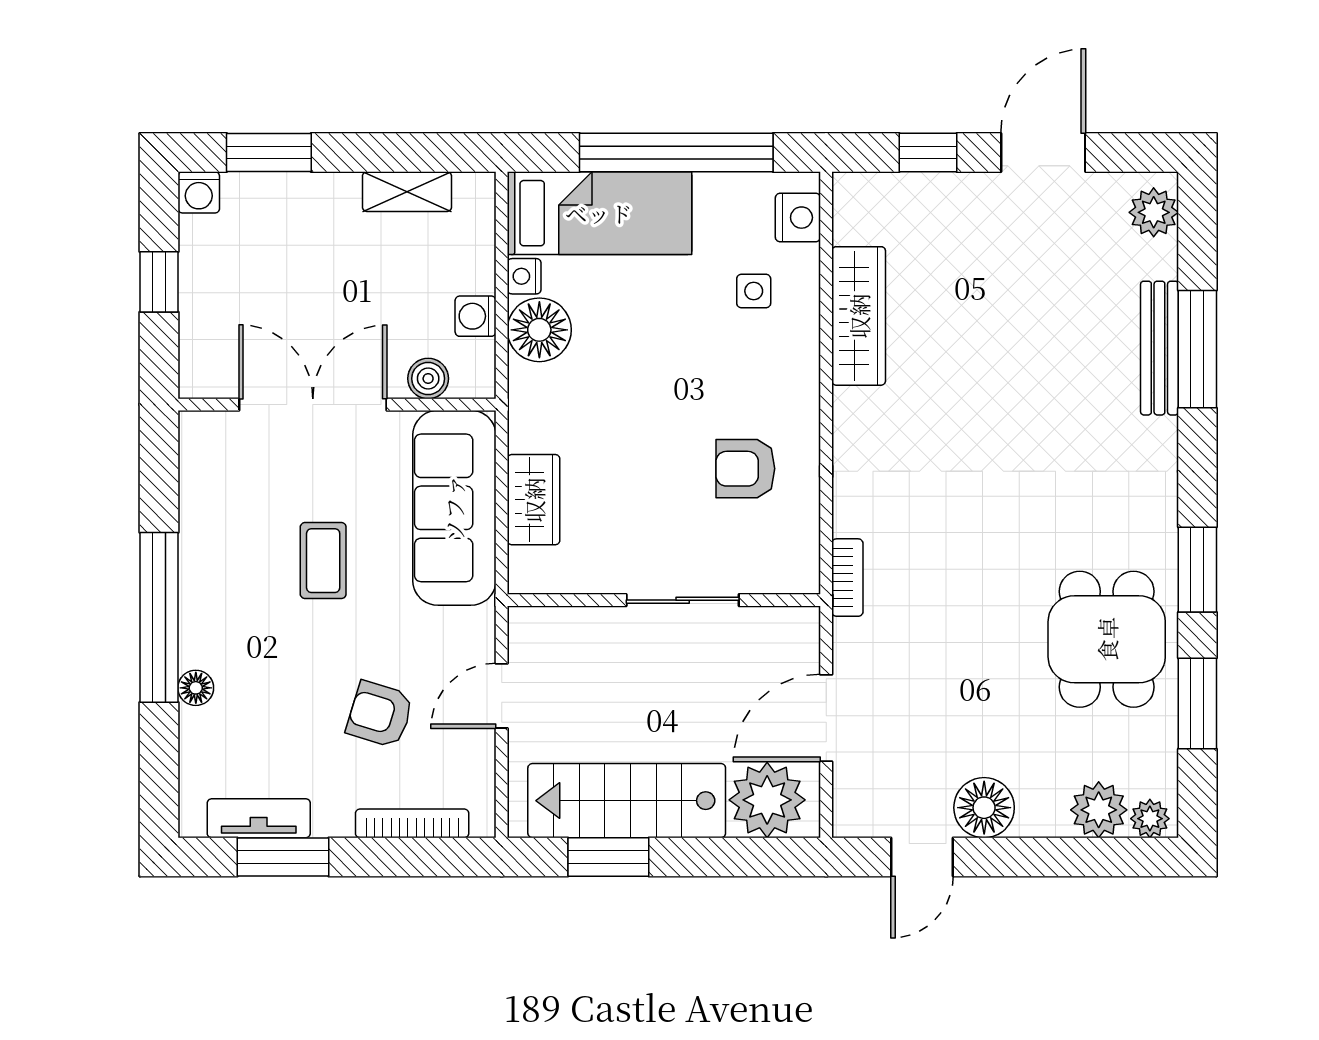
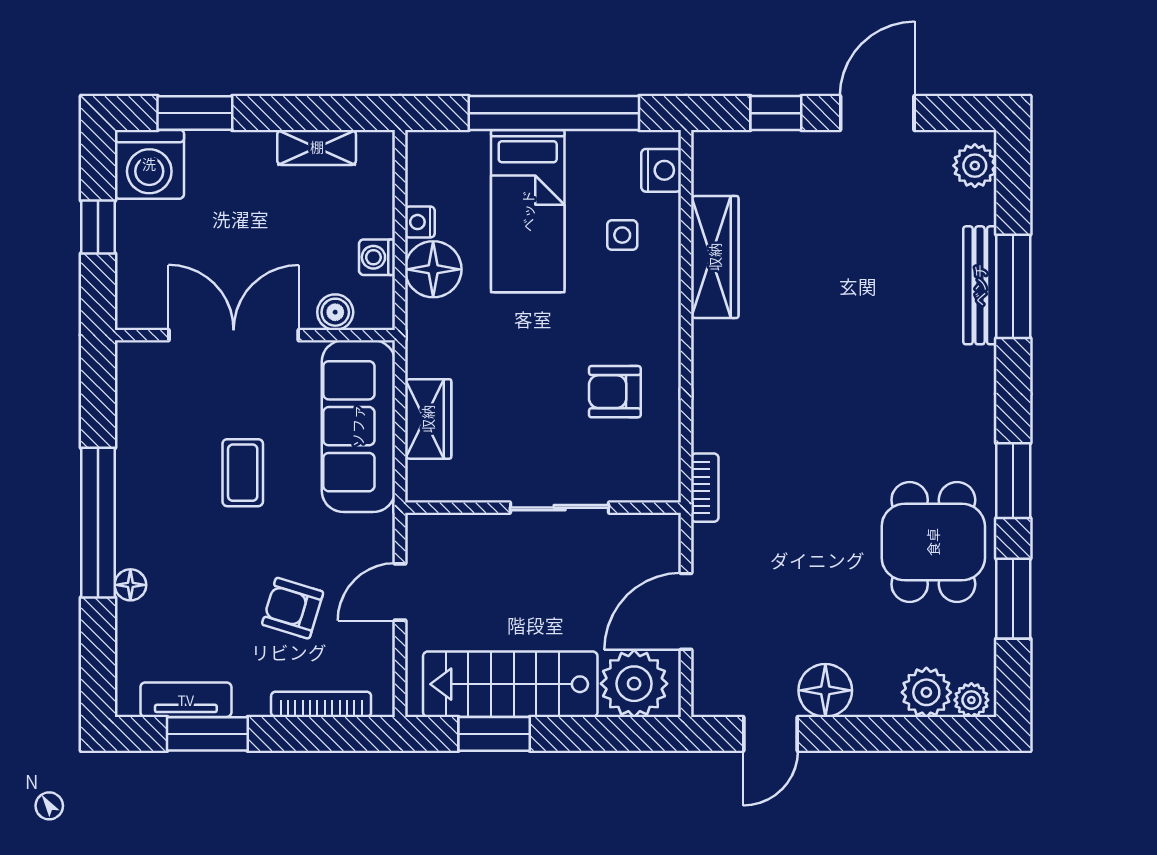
washing machine: (199, 192) -> (149, 164), width x1.89, depth x1.89
bed: (599, 213) -> (528, 211), moved, turned 90

